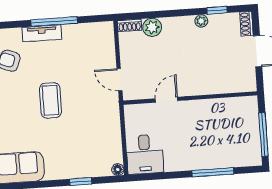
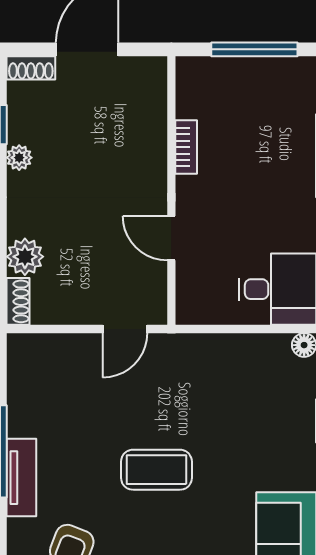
bookcase: (212, 104) -> (186, 147), added

